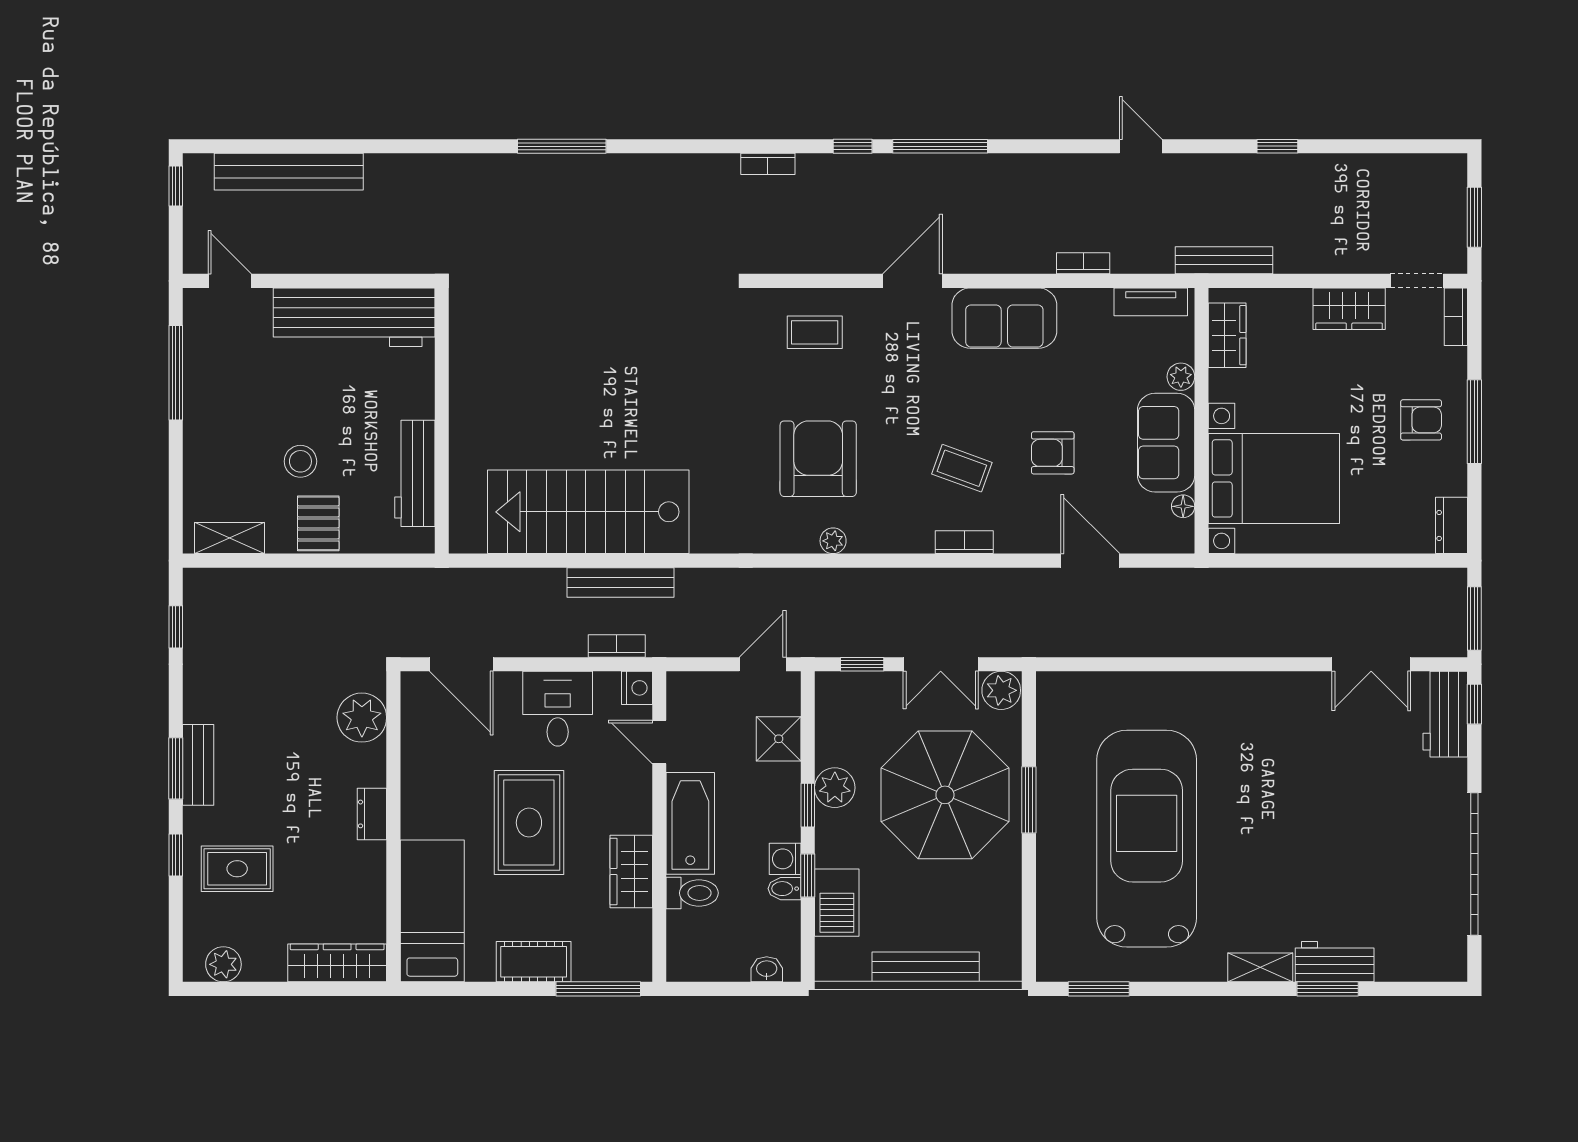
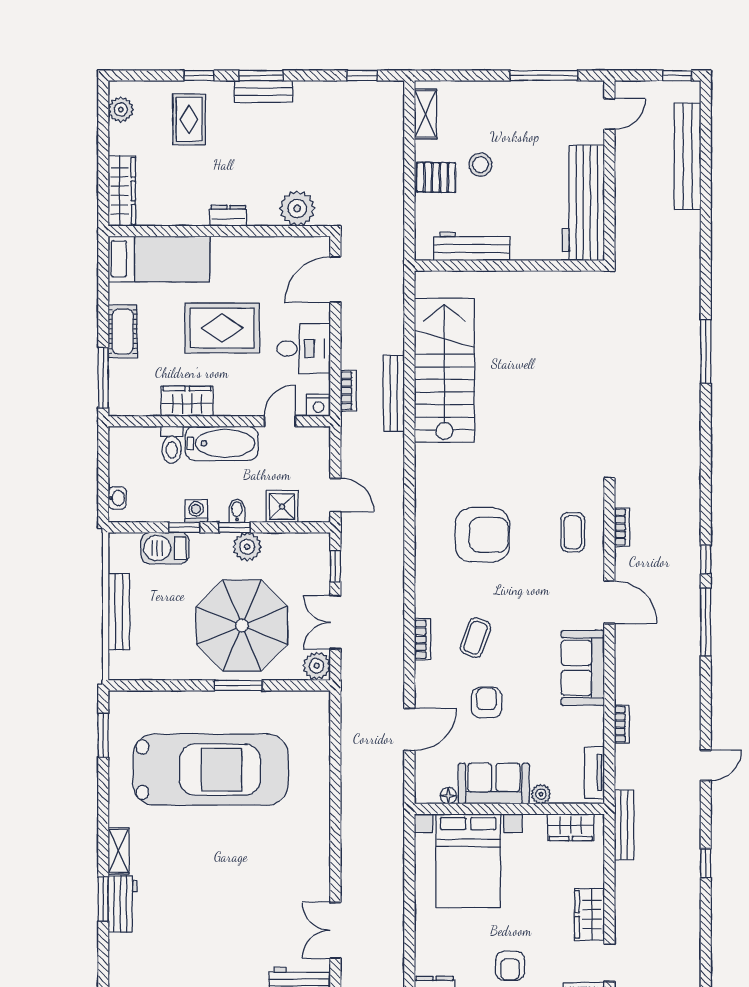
bookcase: (768, 164) -> (622, 527), moved, turned 180
plant: (833, 541) -> (424, 545), removed
bidet: (784, 889) -> (237, 511), moved

